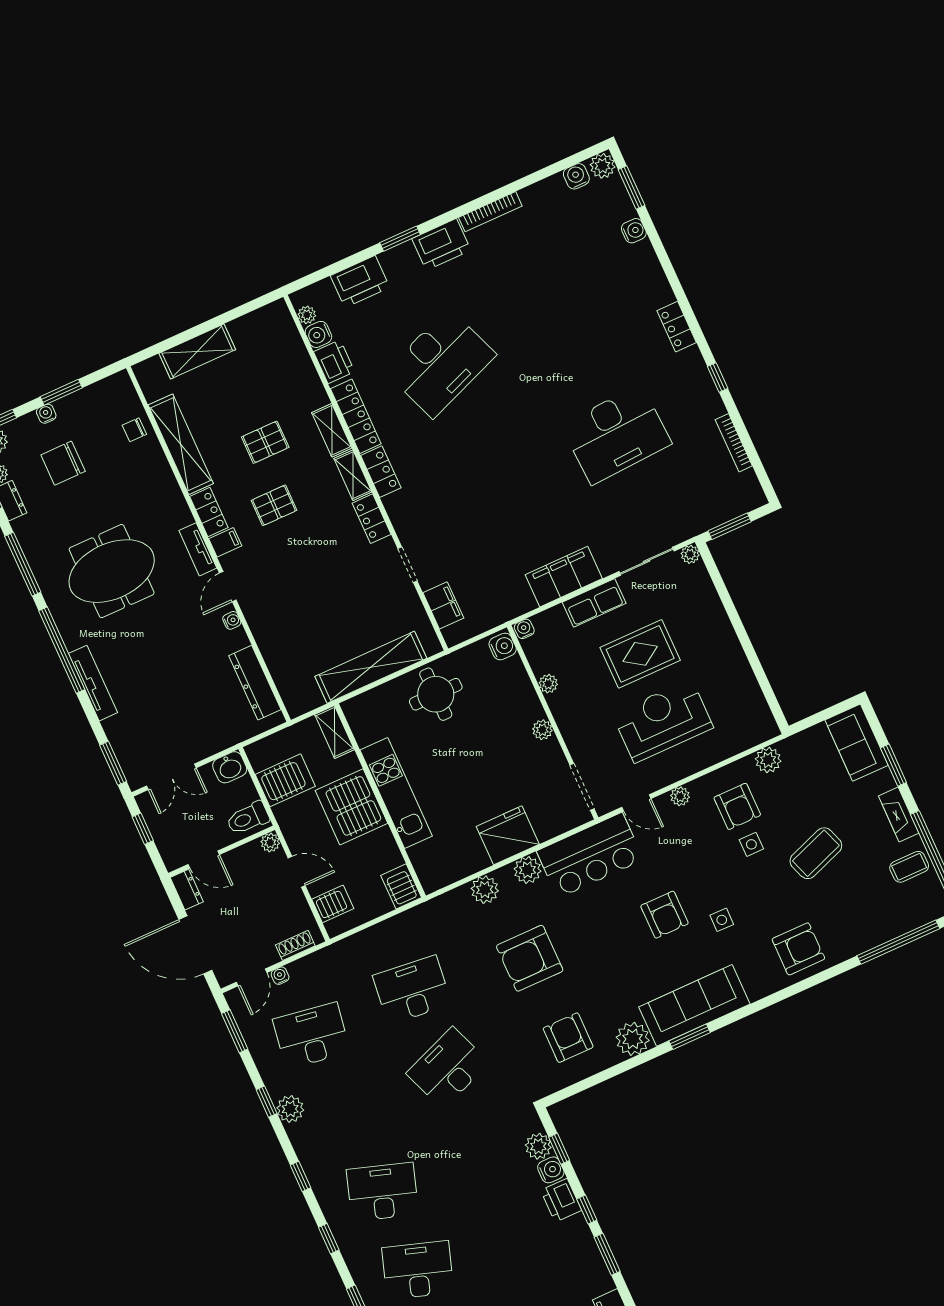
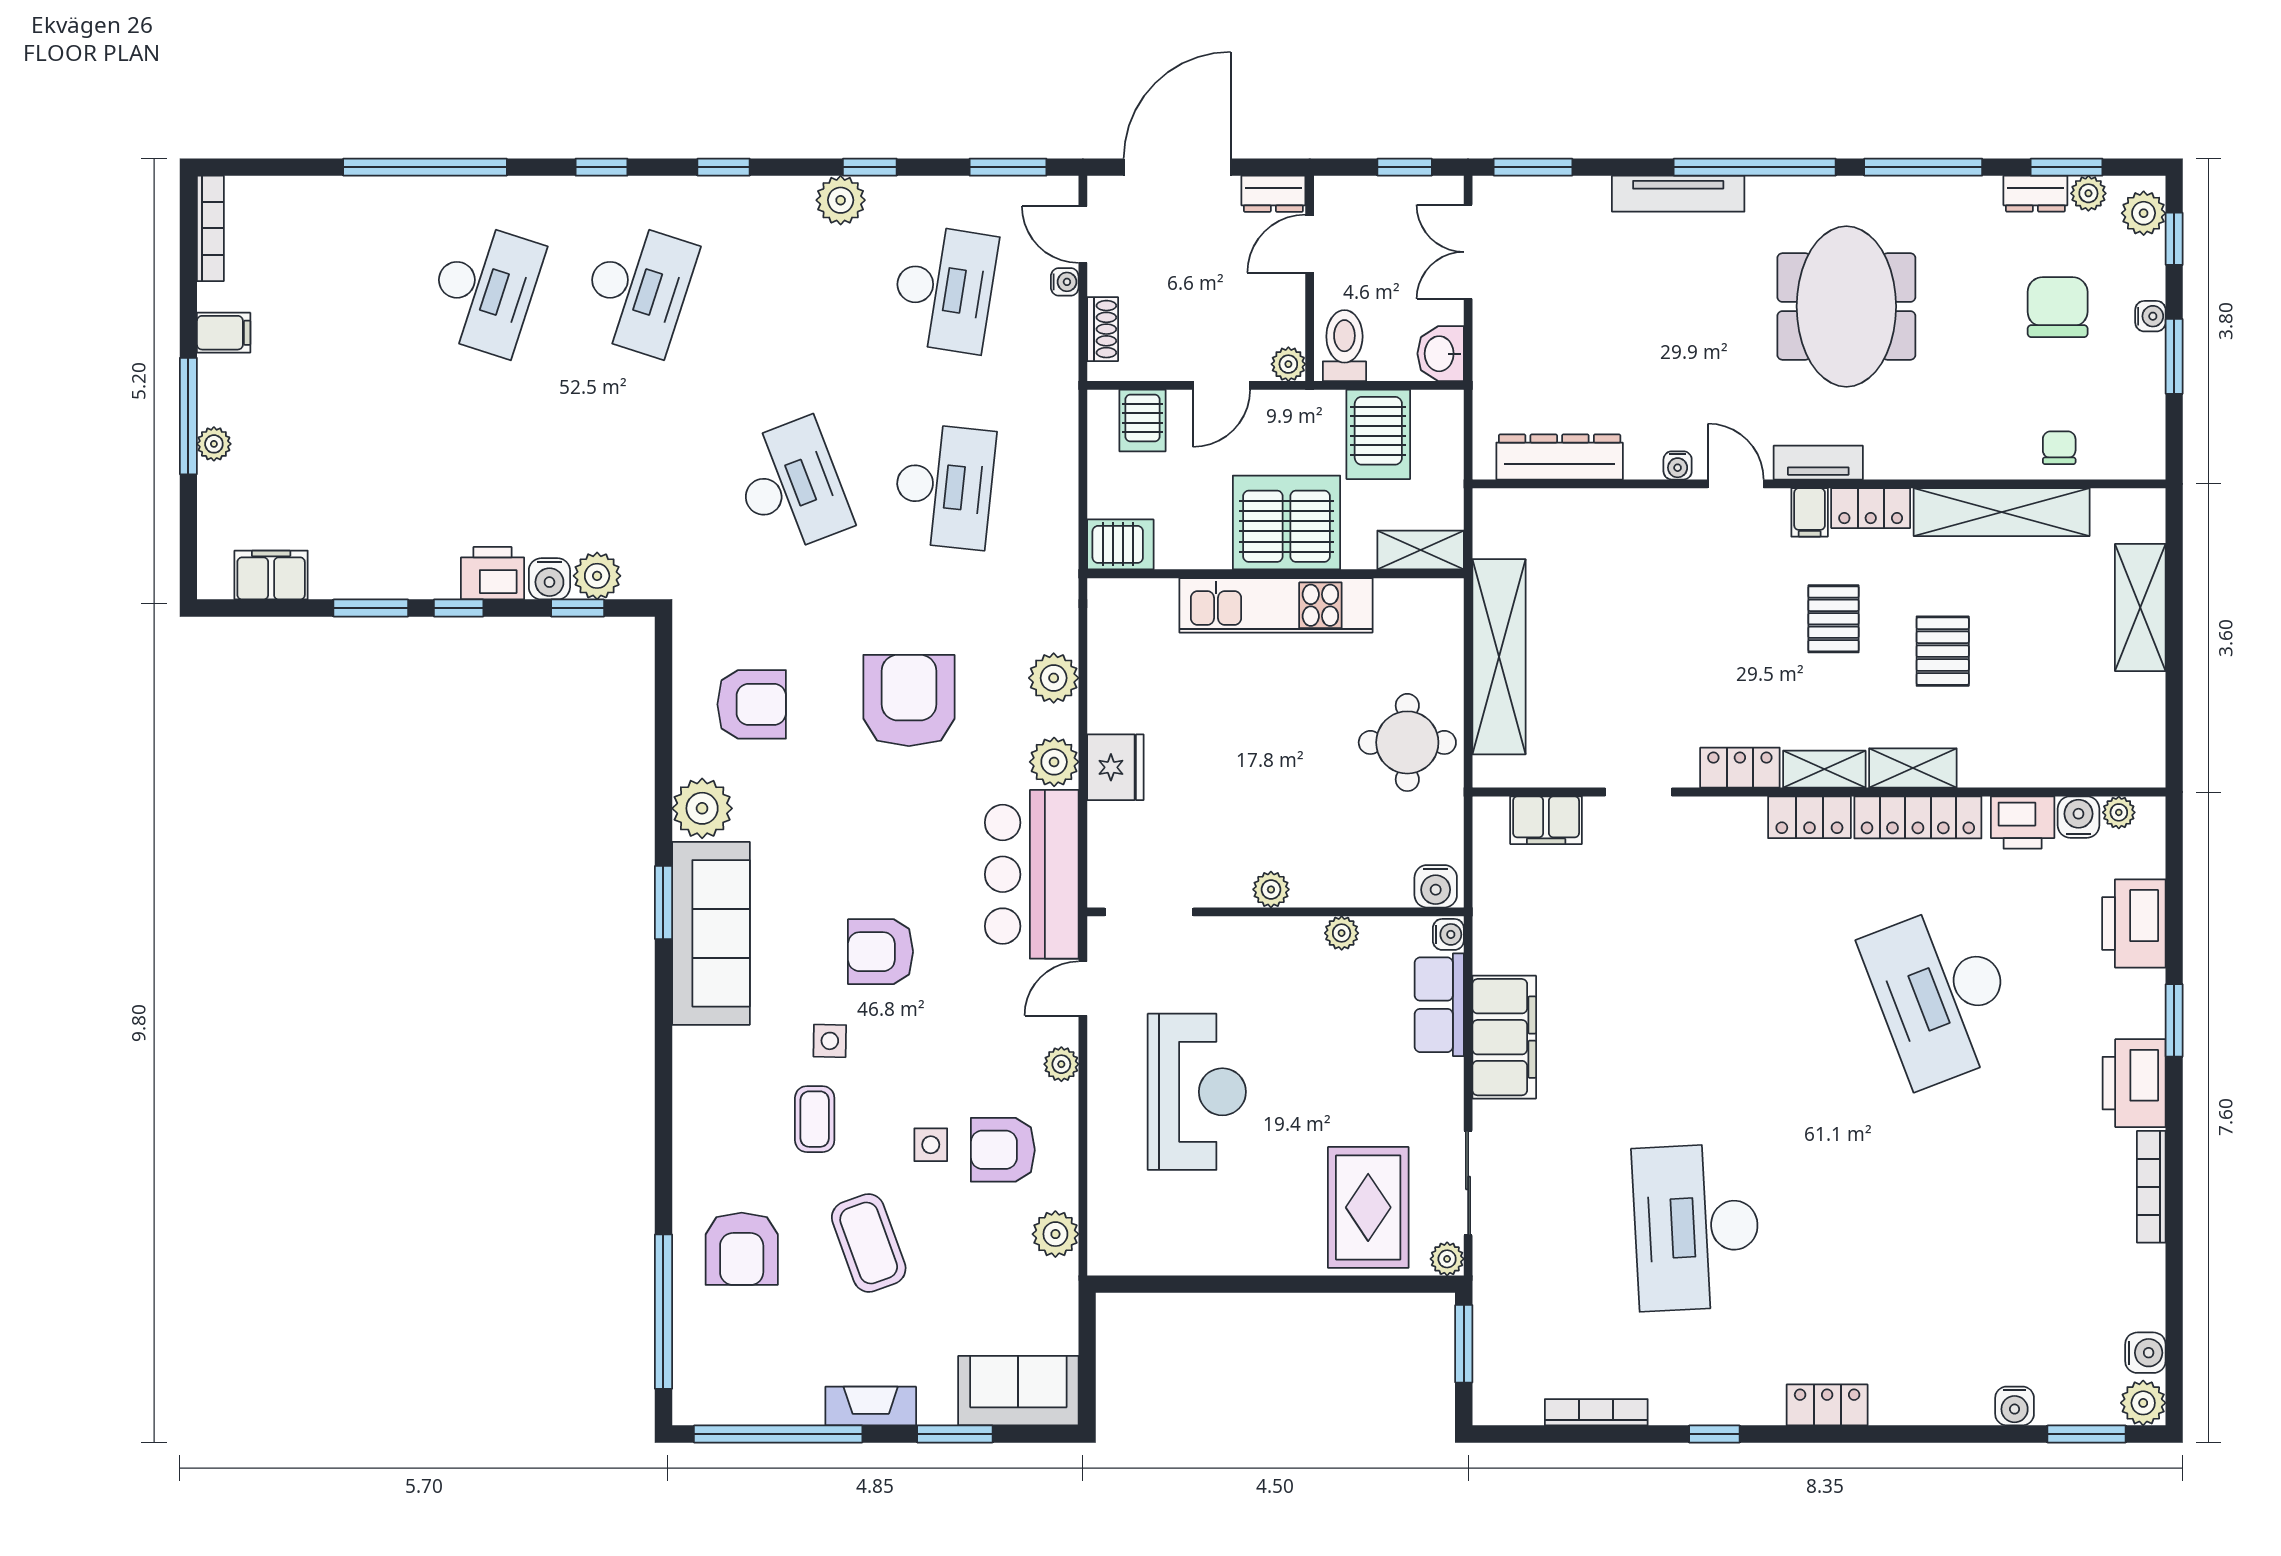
row of seats: (594, 603) -> (1439, 1005), moved
rug: (640, 654) -> (1368, 1207), moved
fridge: (508, 835) -> (1115, 767), width x0.73, depth x0.75
coffee table: (909, 867) -> (815, 1119), moved
armchair: (798, 949) -> (742, 1249), moved

